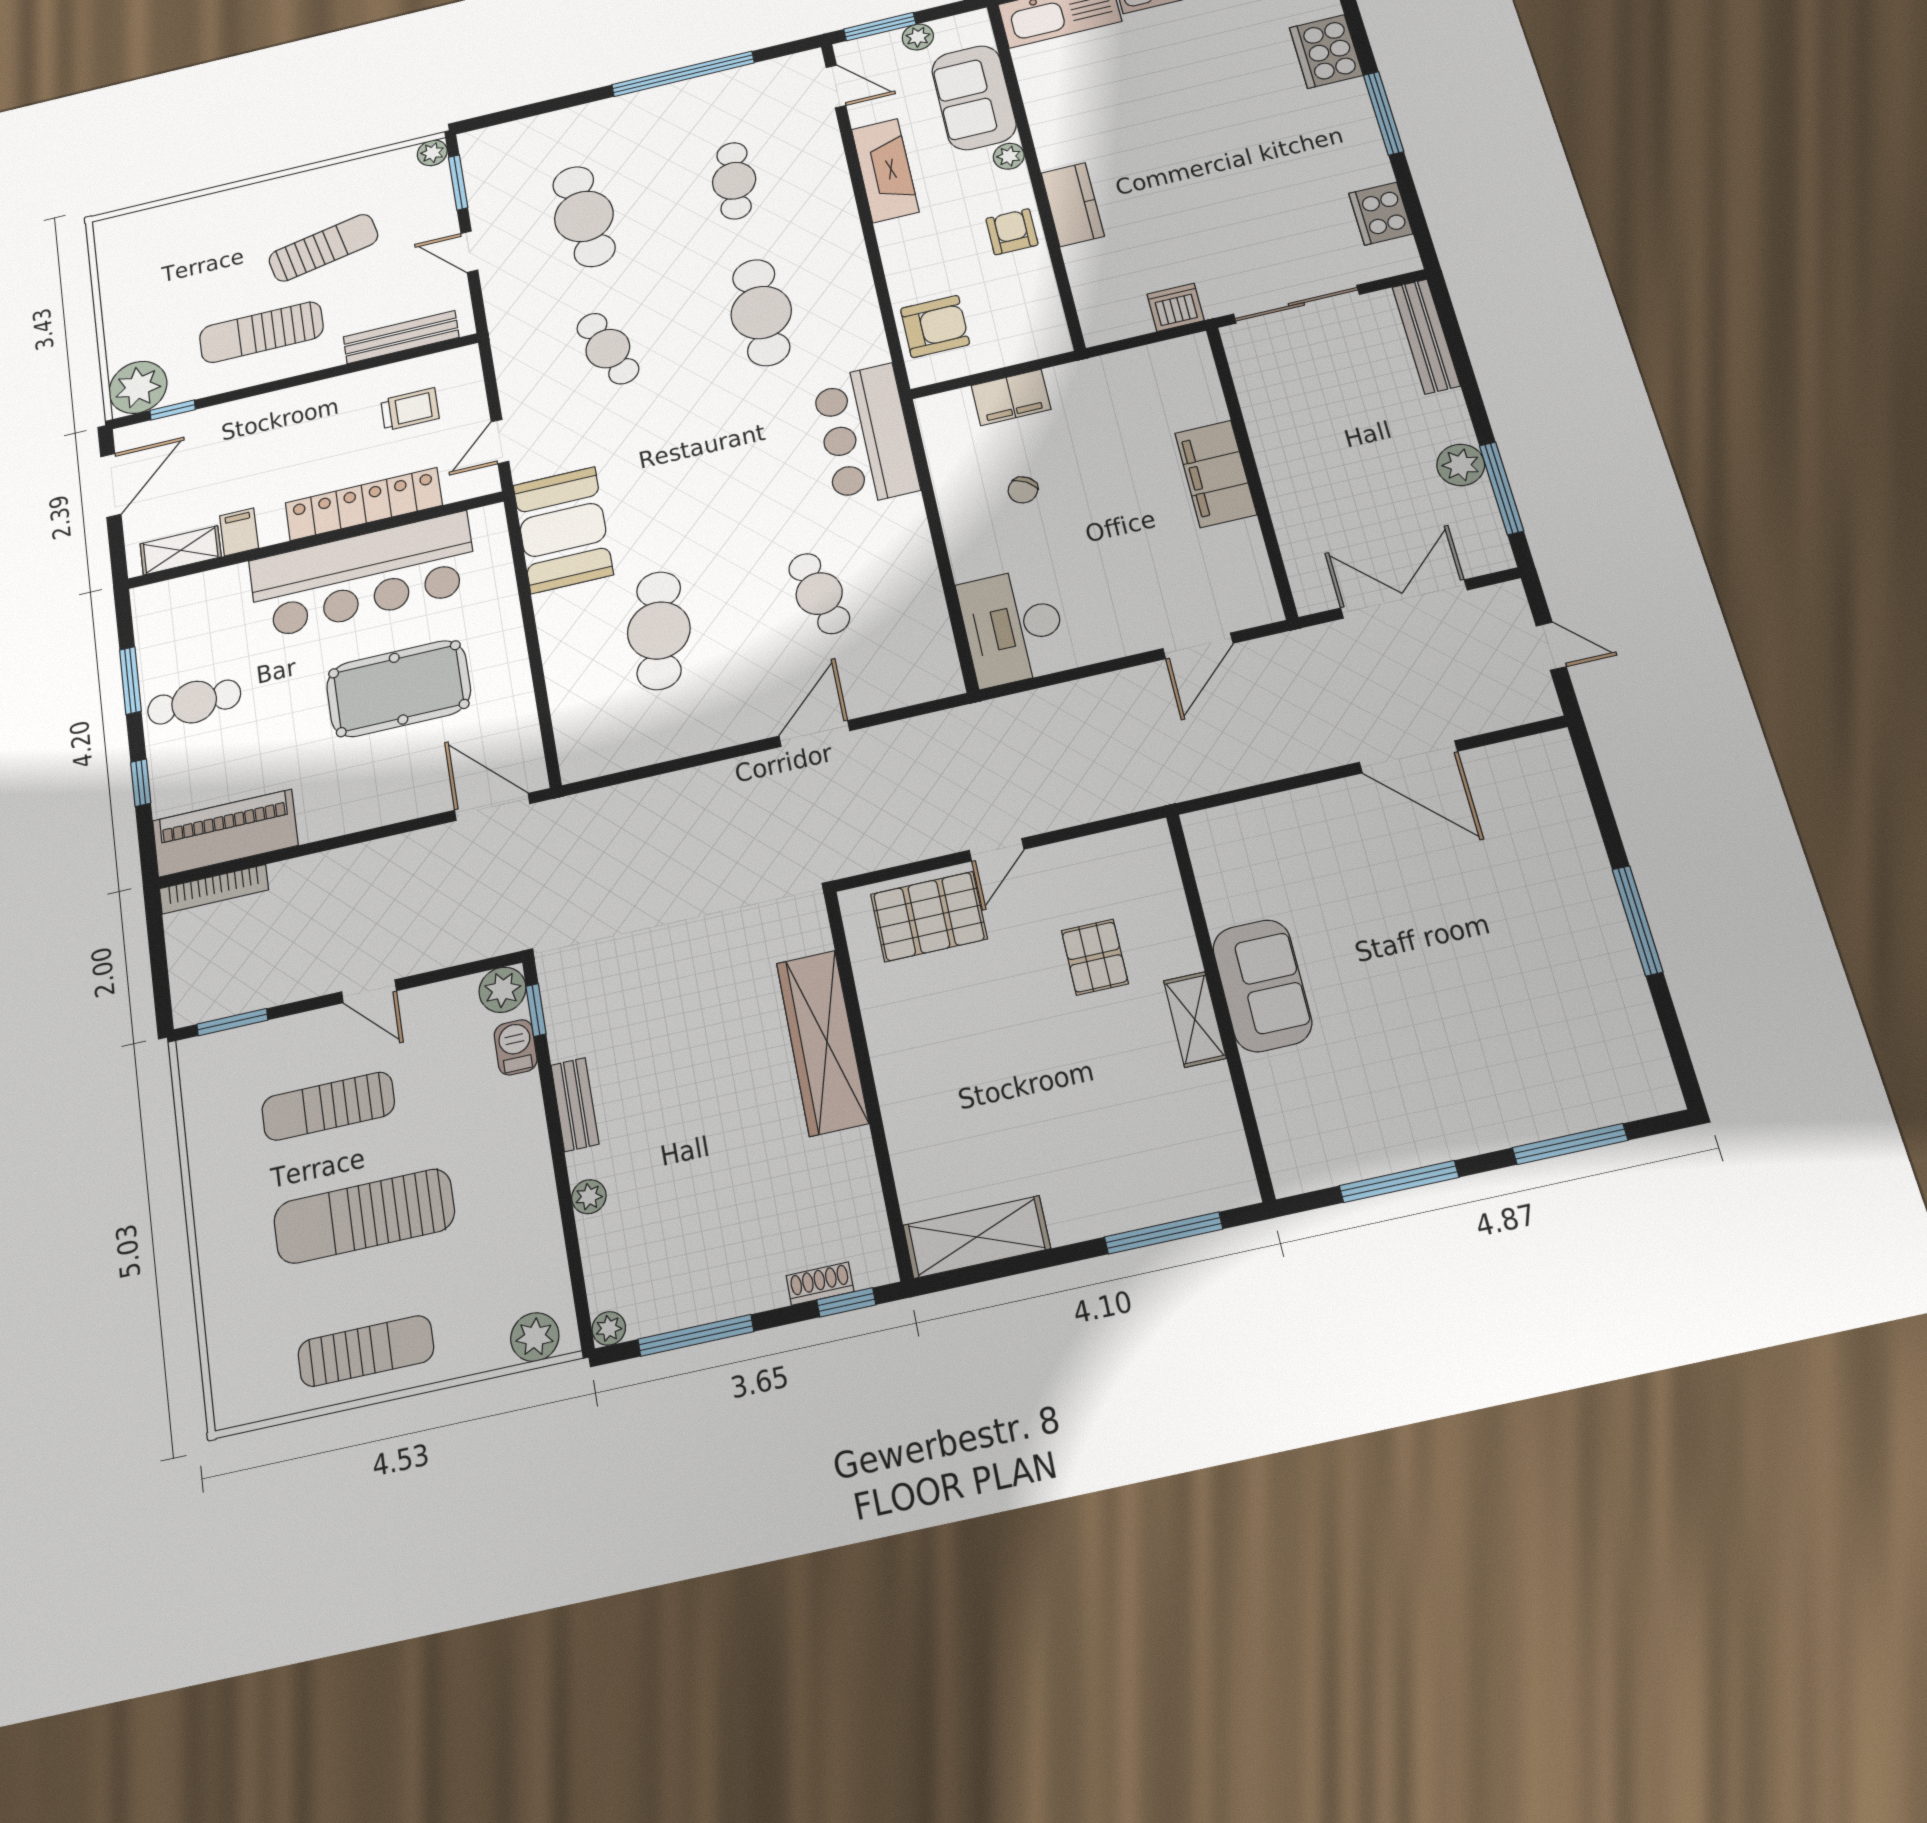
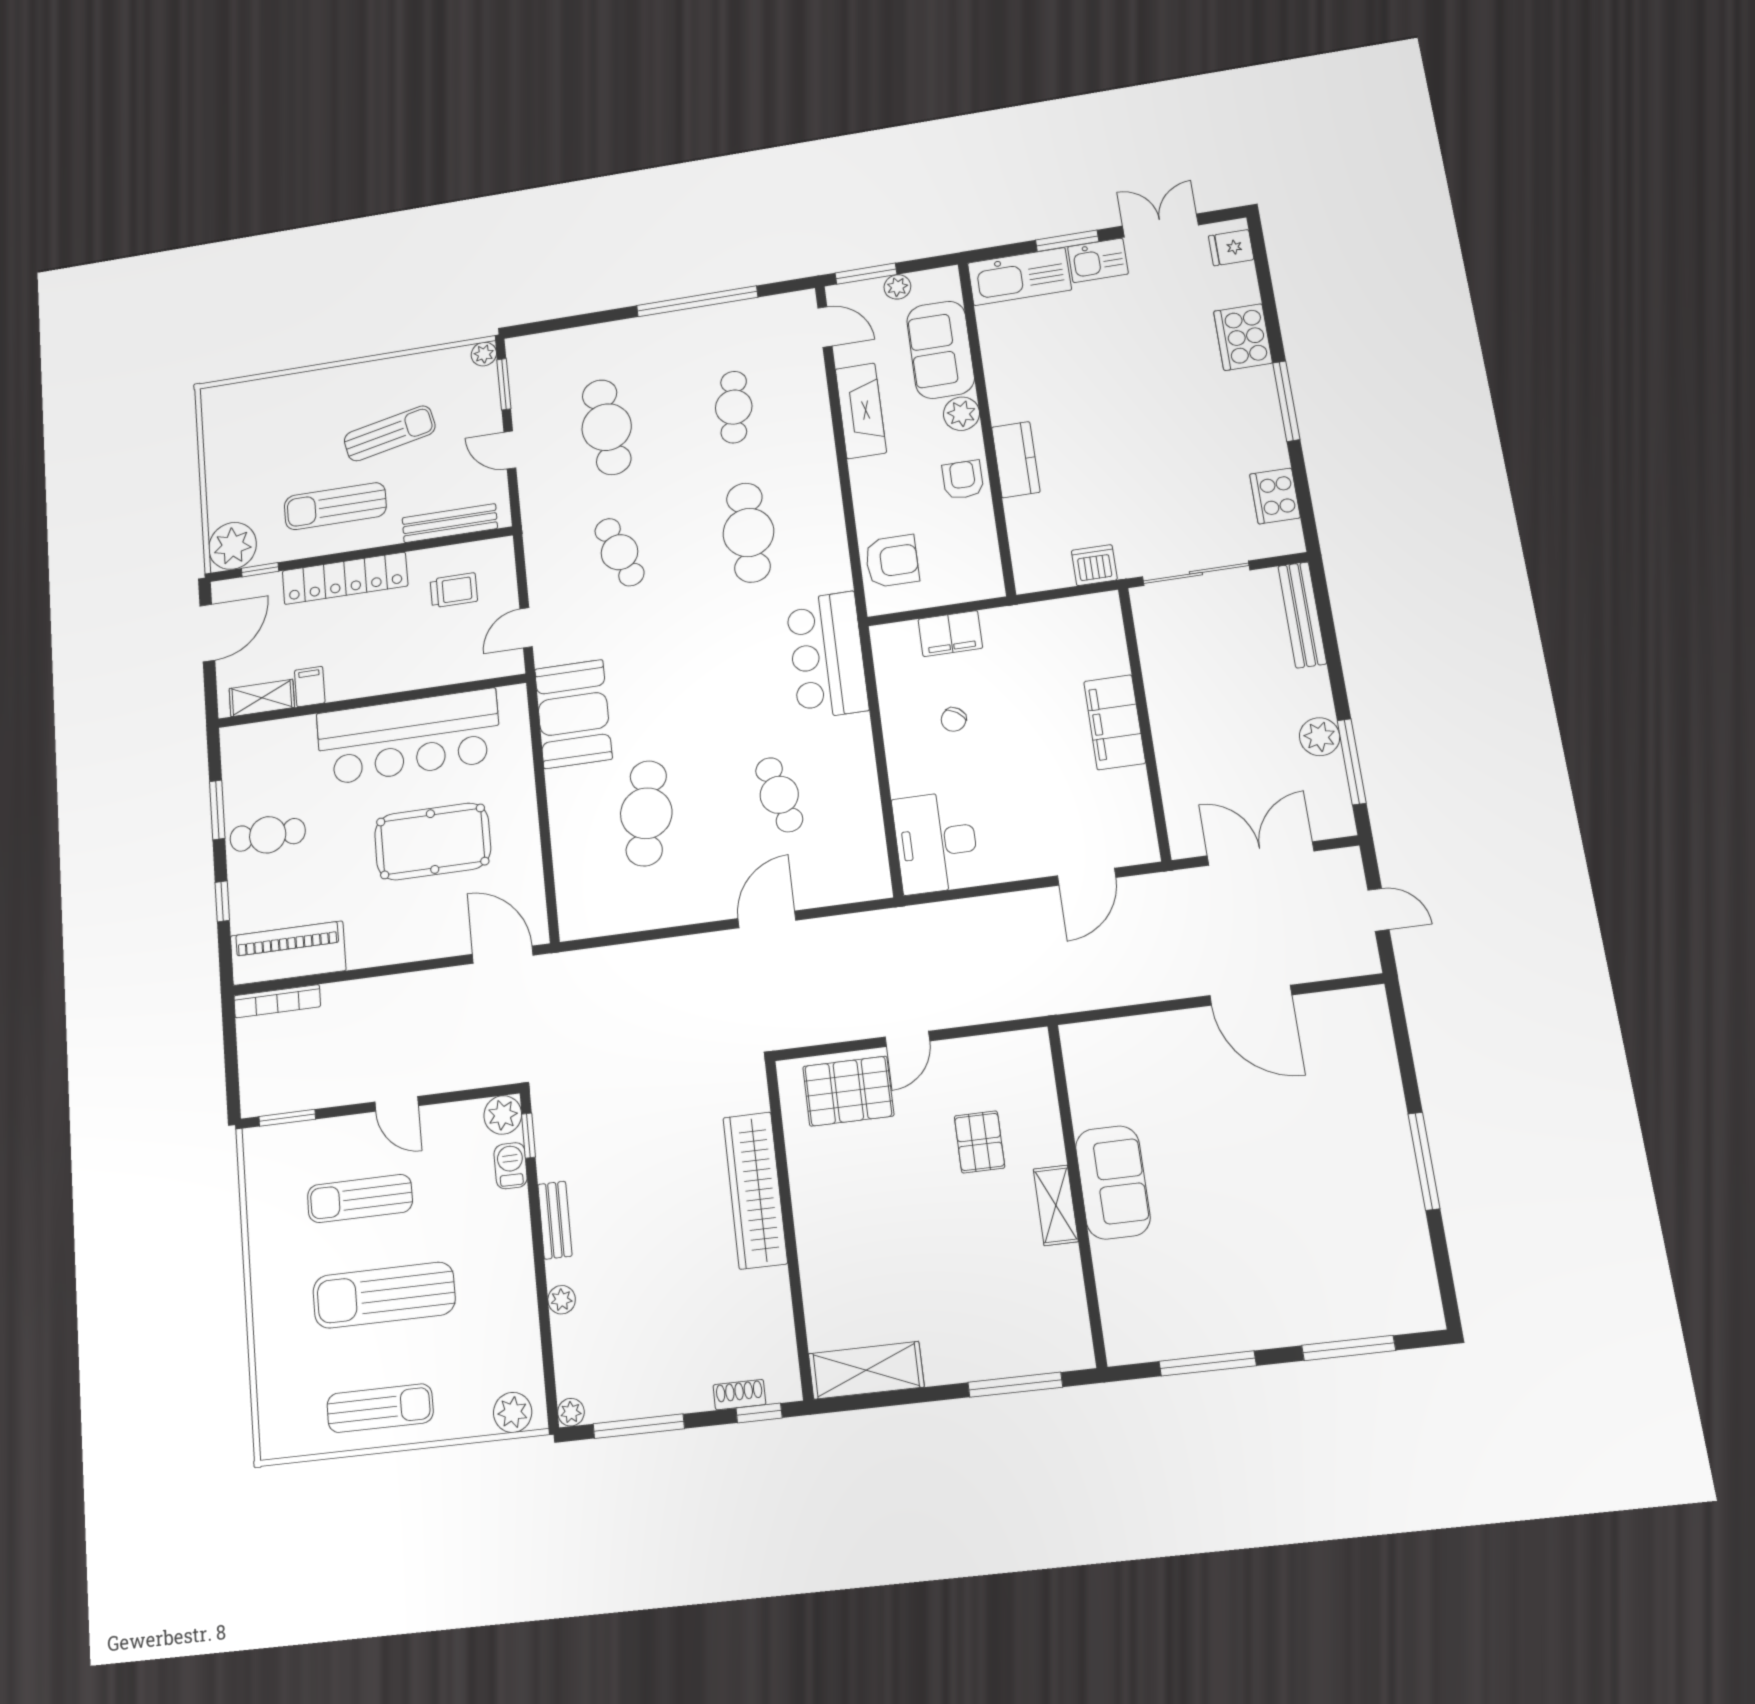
plant: (1009, 156) -> (961, 414), width x1.38, depth x1.38
locker: (364, 504) -> (345, 578), moved, turned 180

